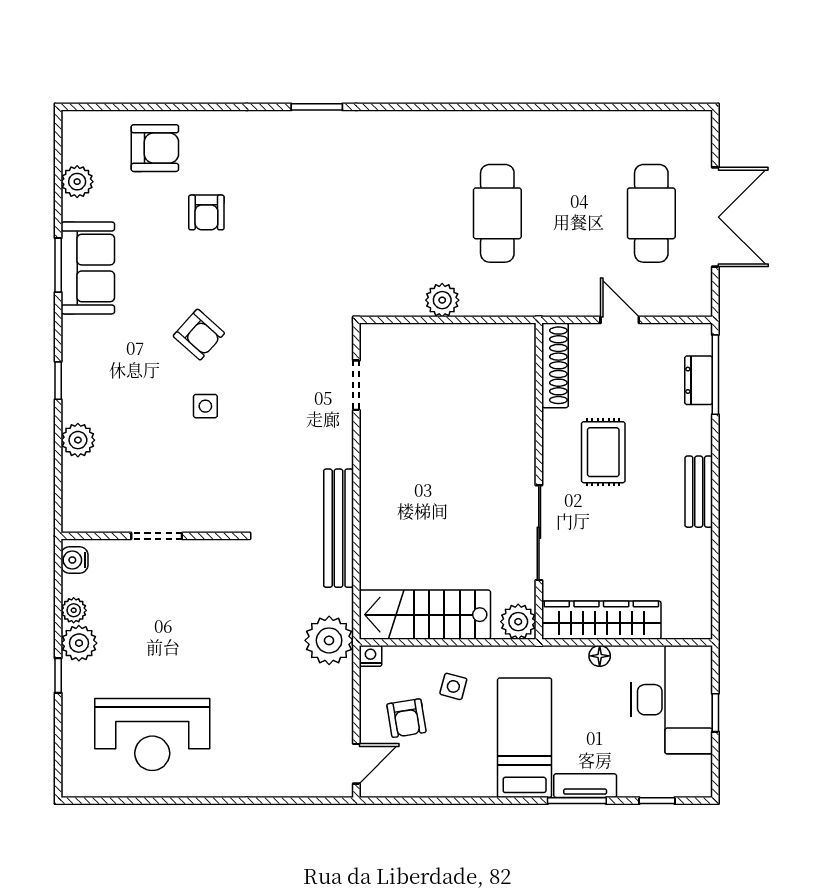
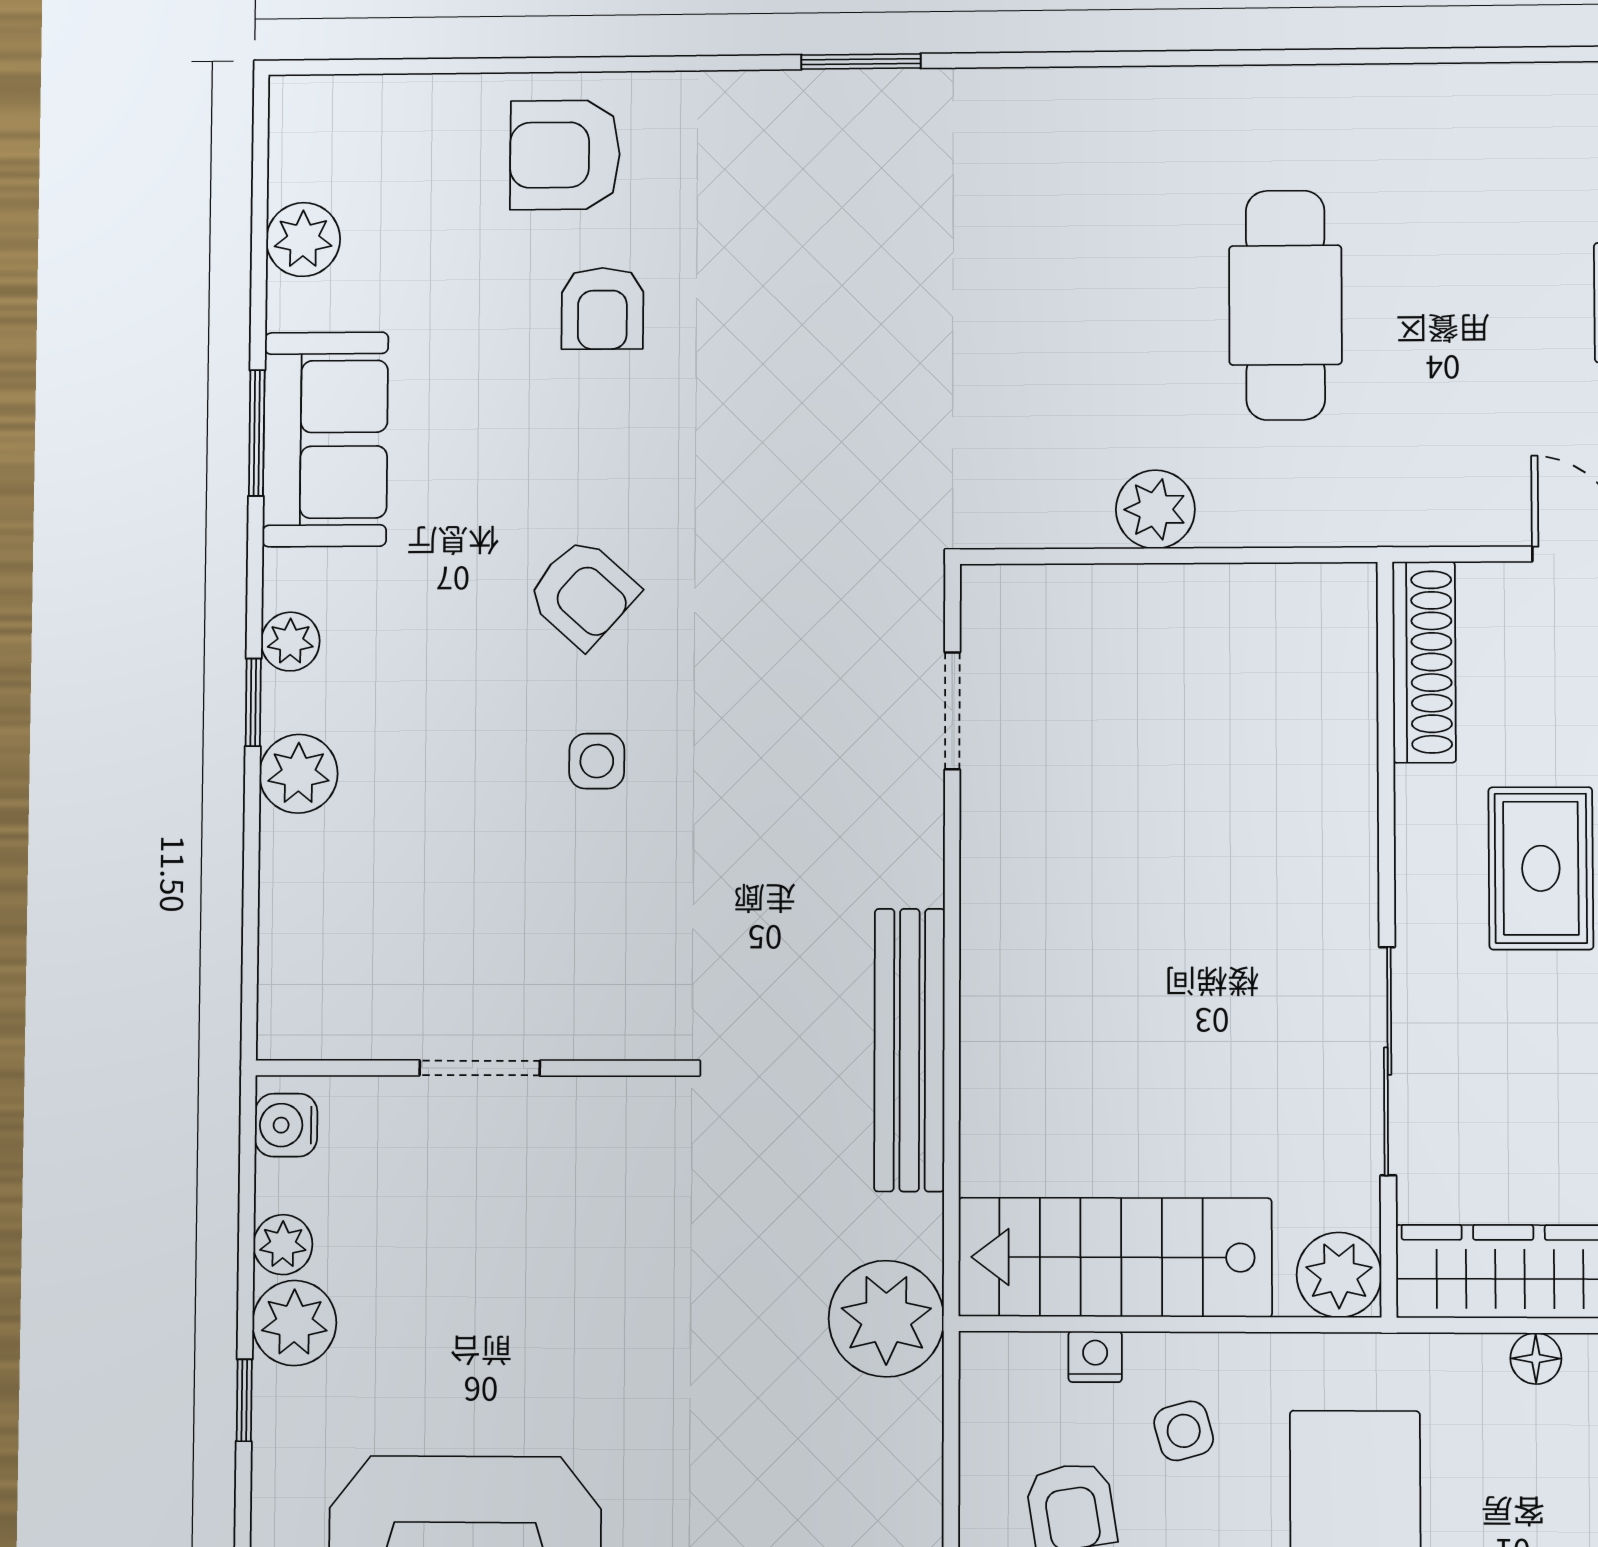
armchair: (155, 148) -> (565, 155), moved, turned 180
plant: (74, 355) -> (290, 642), added
plant: (78, 440) -> (298, 774), moved
nightstand: (370, 656) -> (1095, 1357), moved
side table: (453, 686) -> (1184, 1431), turned -31

